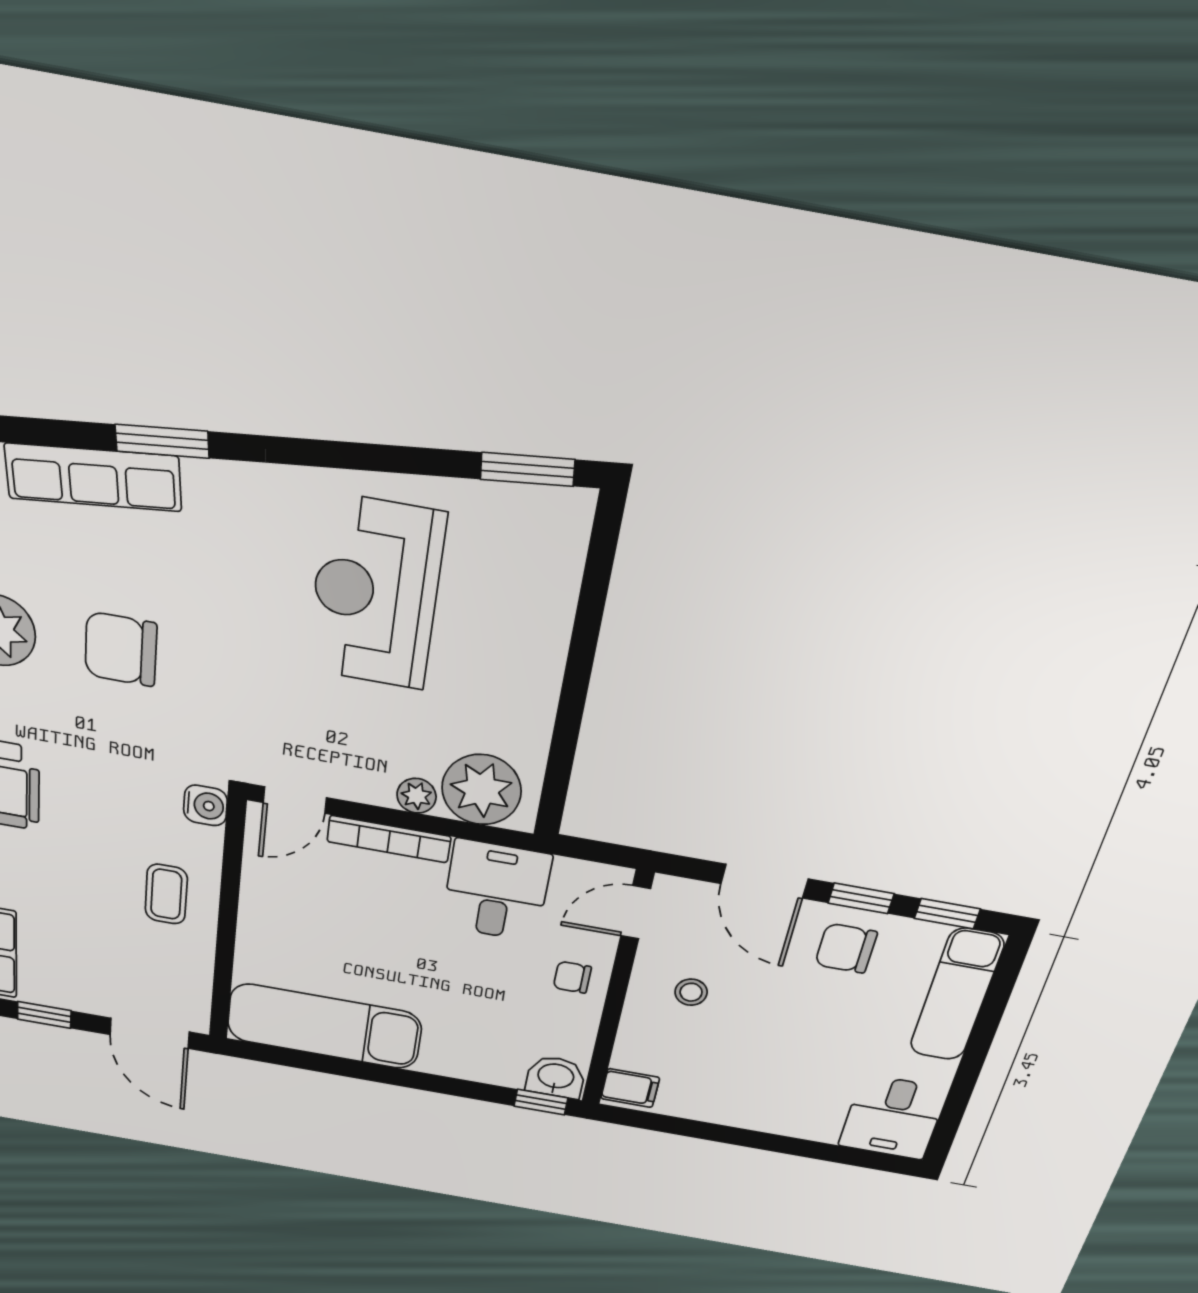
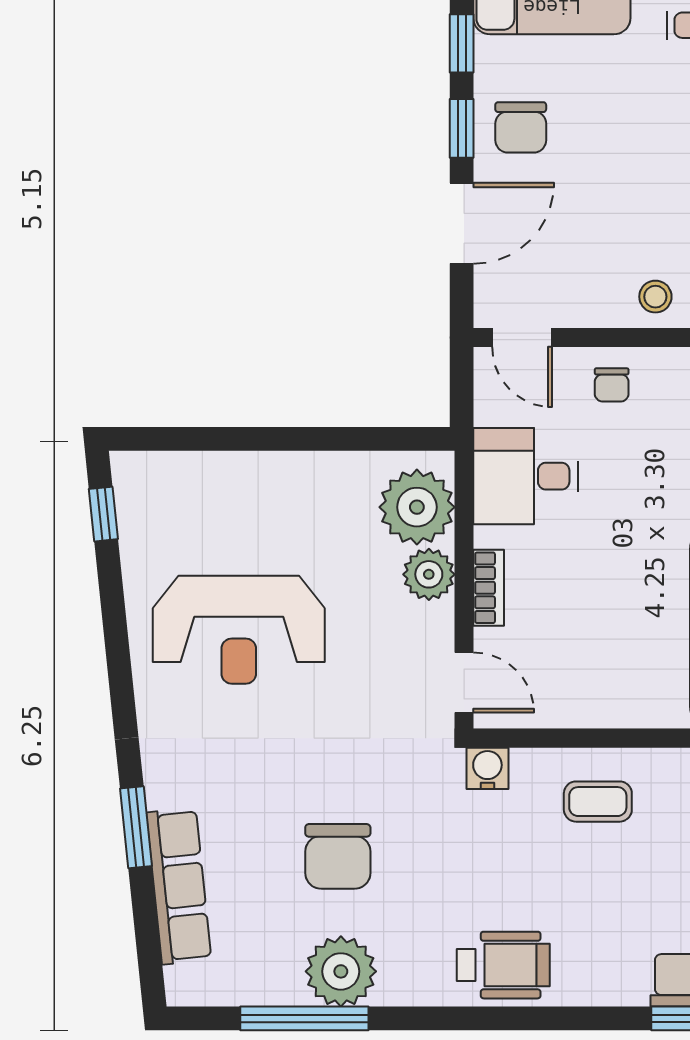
window: (528, 469) -> (103, 514), width x0.67
plant: (417, 796) -> (429, 574), width x1.38, depth x1.38
bookcase: (389, 839) -> (489, 588), width x0.64
stool: (691, 992) -> (655, 297), moved

